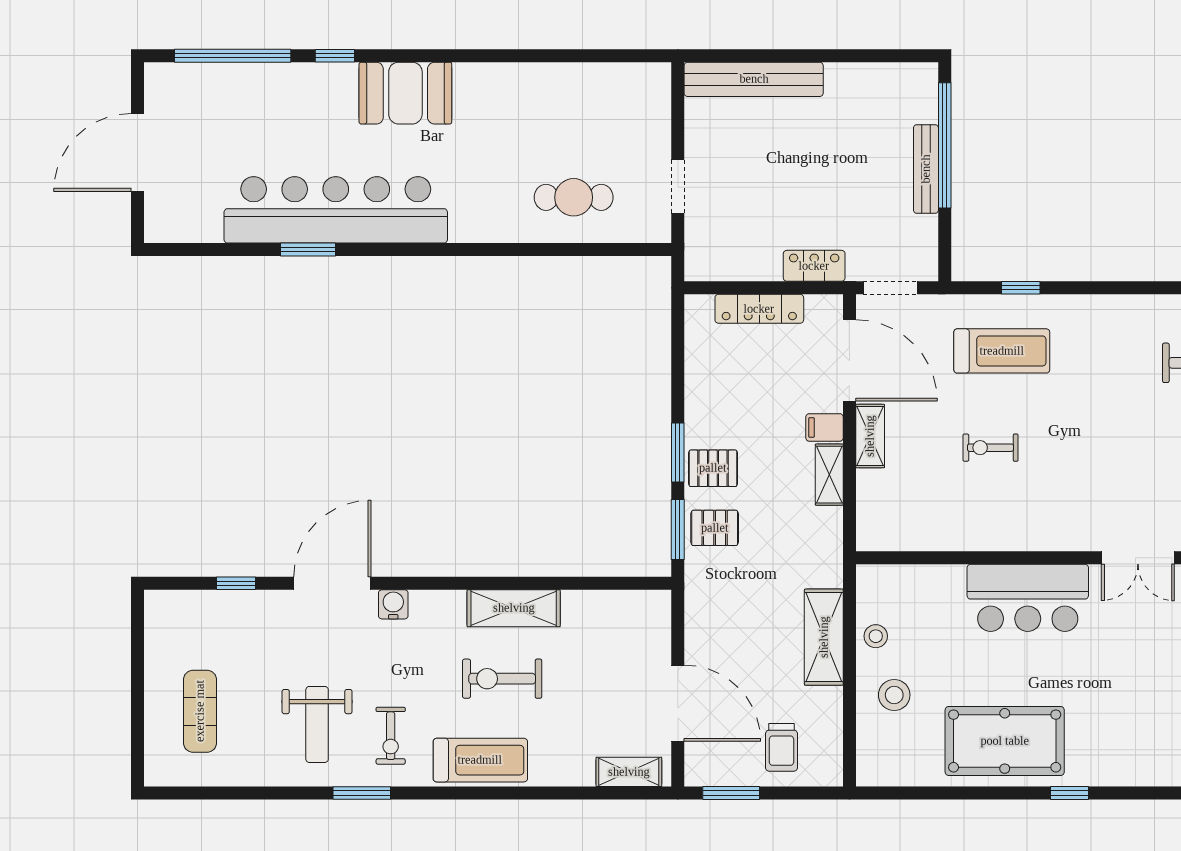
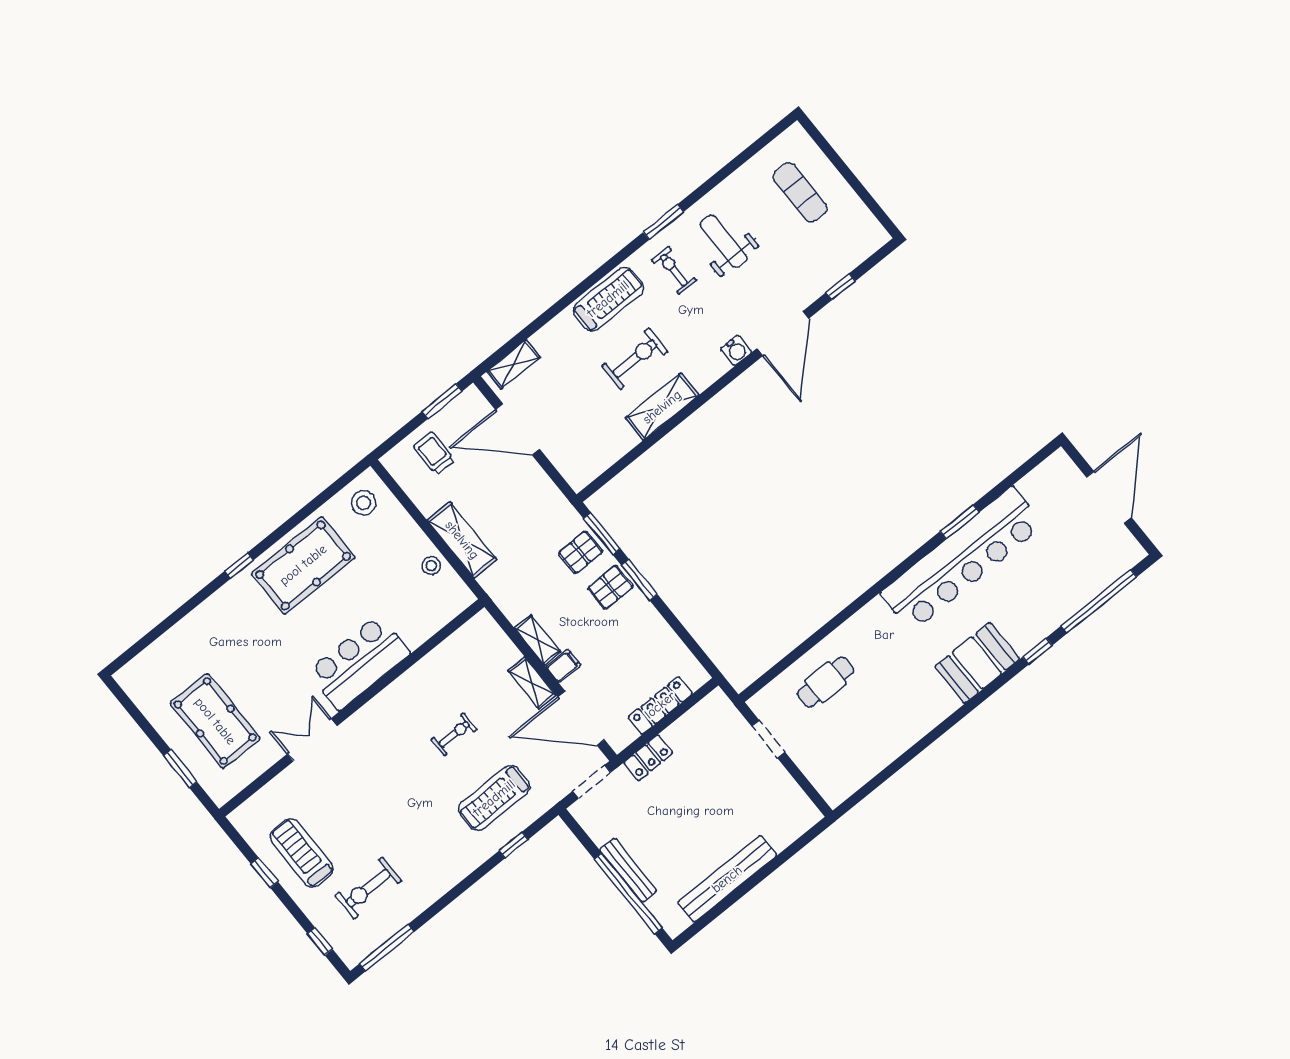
bench: (754, 79) -> (727, 879), moved
stool: (894, 695) -> (363, 503), moved
treadmill: (480, 760) -> (608, 299), turned 180

